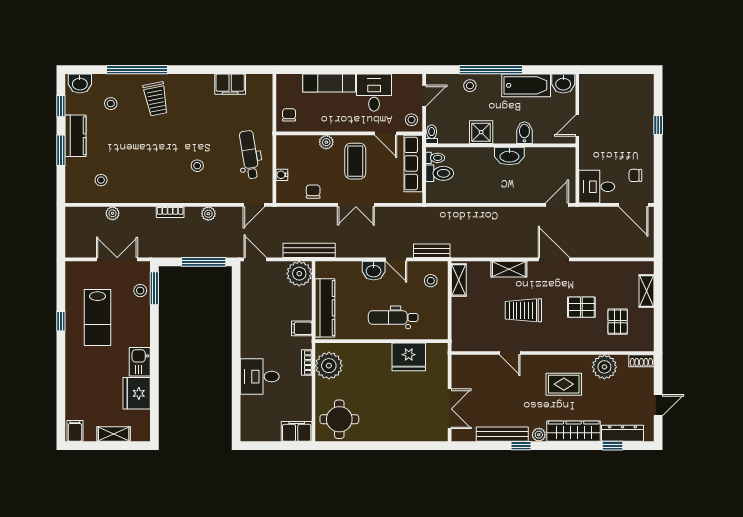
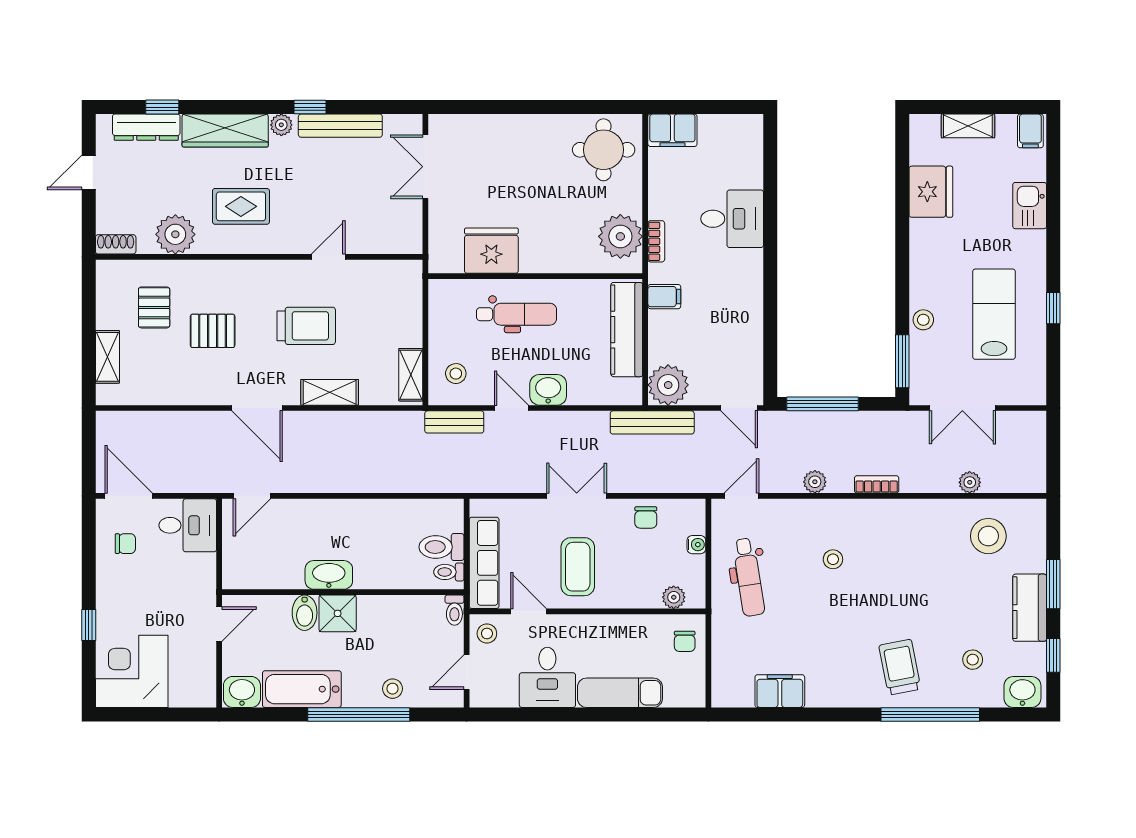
corner desk: (631, 96) -> (132, 671), added
shower: (481, 132) -> (338, 613), moved
plant: (326, 142) -> (674, 597), moved
stool: (101, 180) -> (988, 536), width x1.89, depth x1.89
stool: (140, 291) -> (923, 320), moved
door: (510, 353) -> (328, 257), hinge flipped
kitchen sink: (140, 362) -> (1030, 206), moved, turned 180

